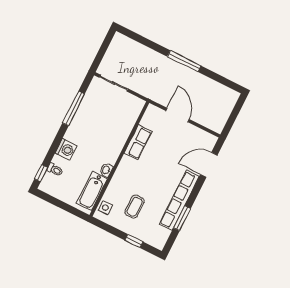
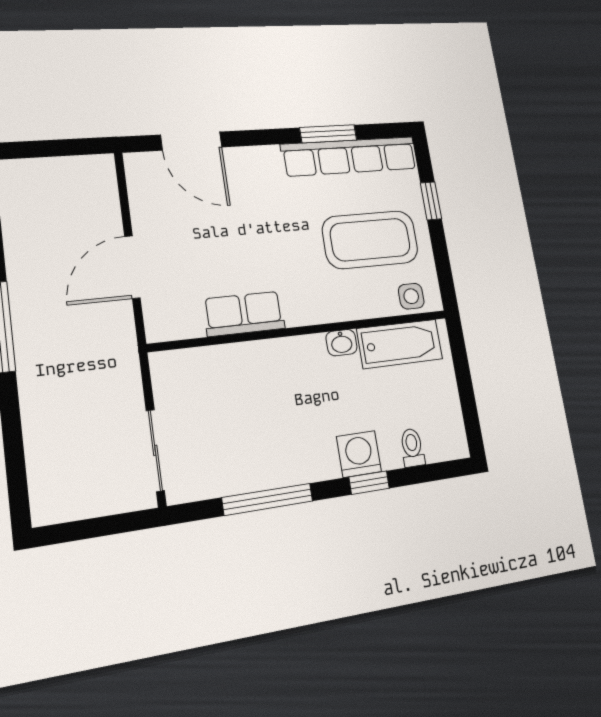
window: (41, 173) -> (369, 483), moved
row of seats: (179, 200) -> (350, 156), moved
coffee table: (135, 207) -> (370, 240), width x1.86, depth x1.72

